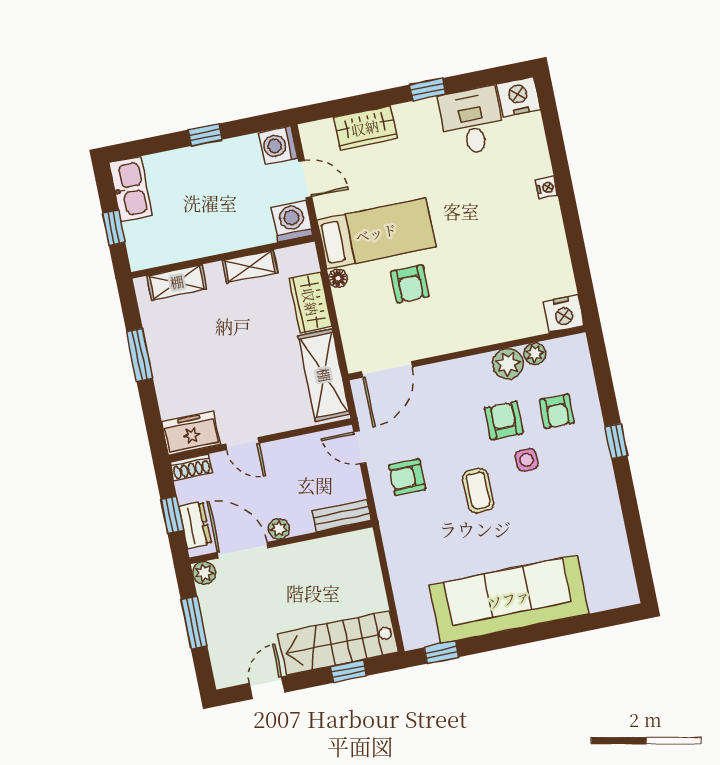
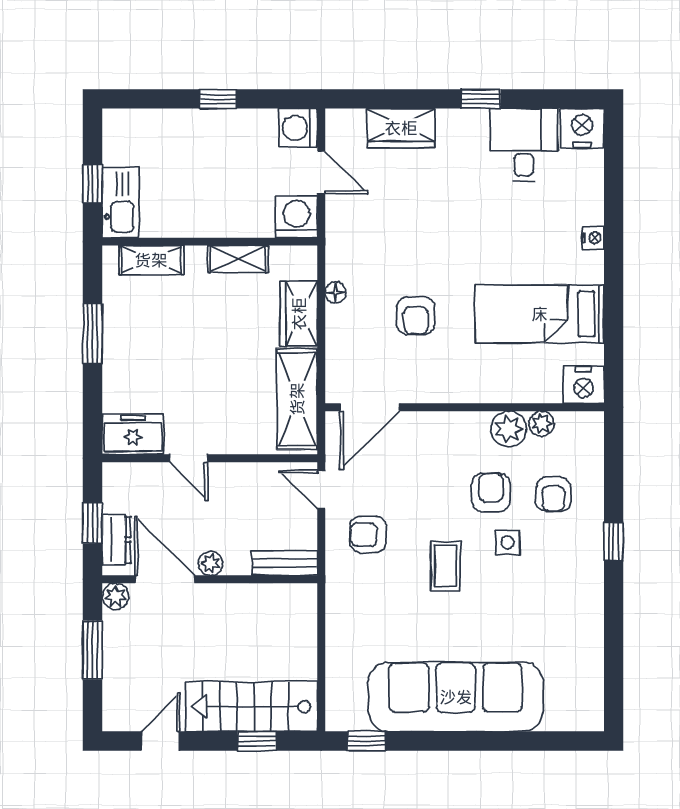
kitchen sink: (131, 189) -> (121, 203), moved
bed: (376, 233) -> (540, 314), moved, turned 180
shoe rack: (191, 467) -> (125, 473), removed

